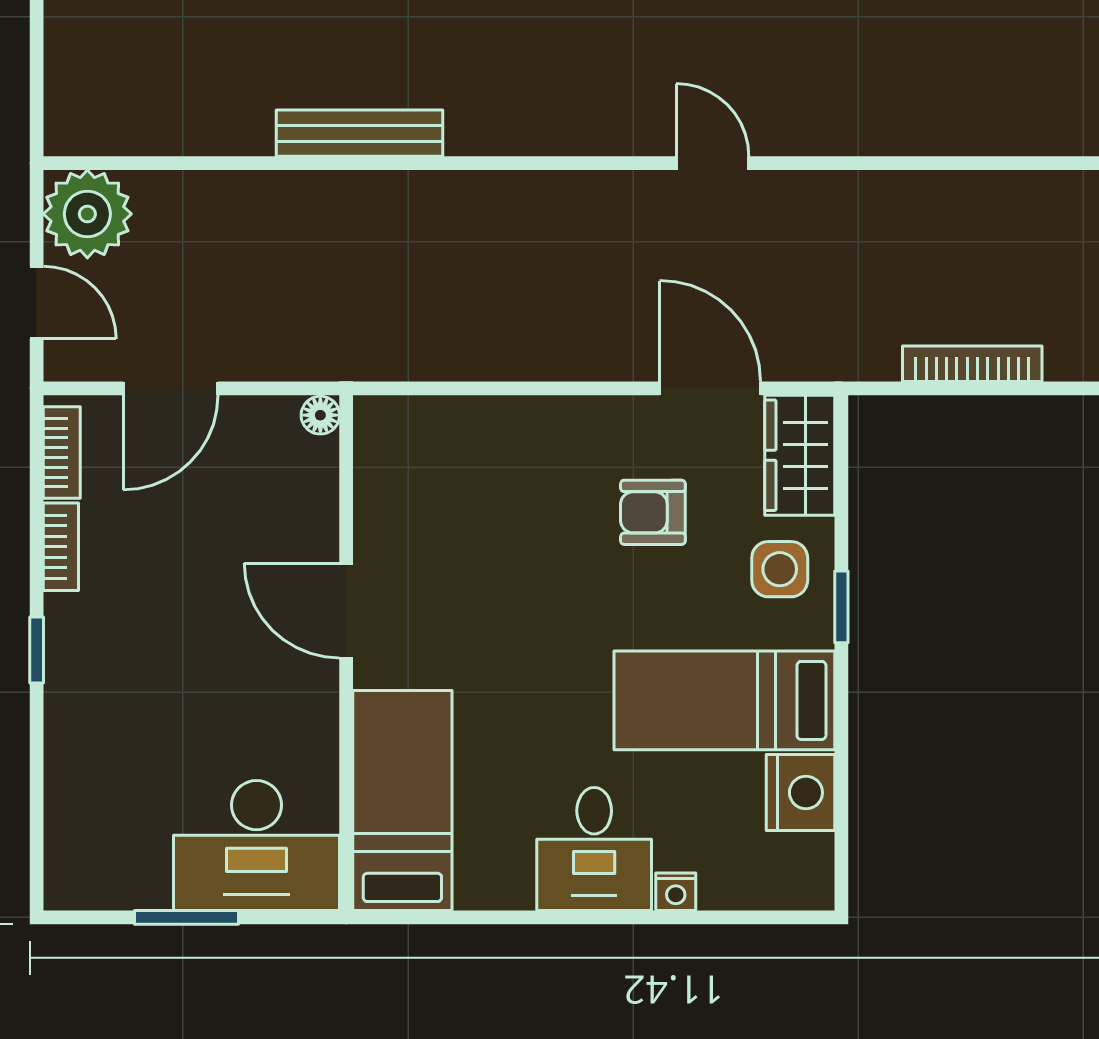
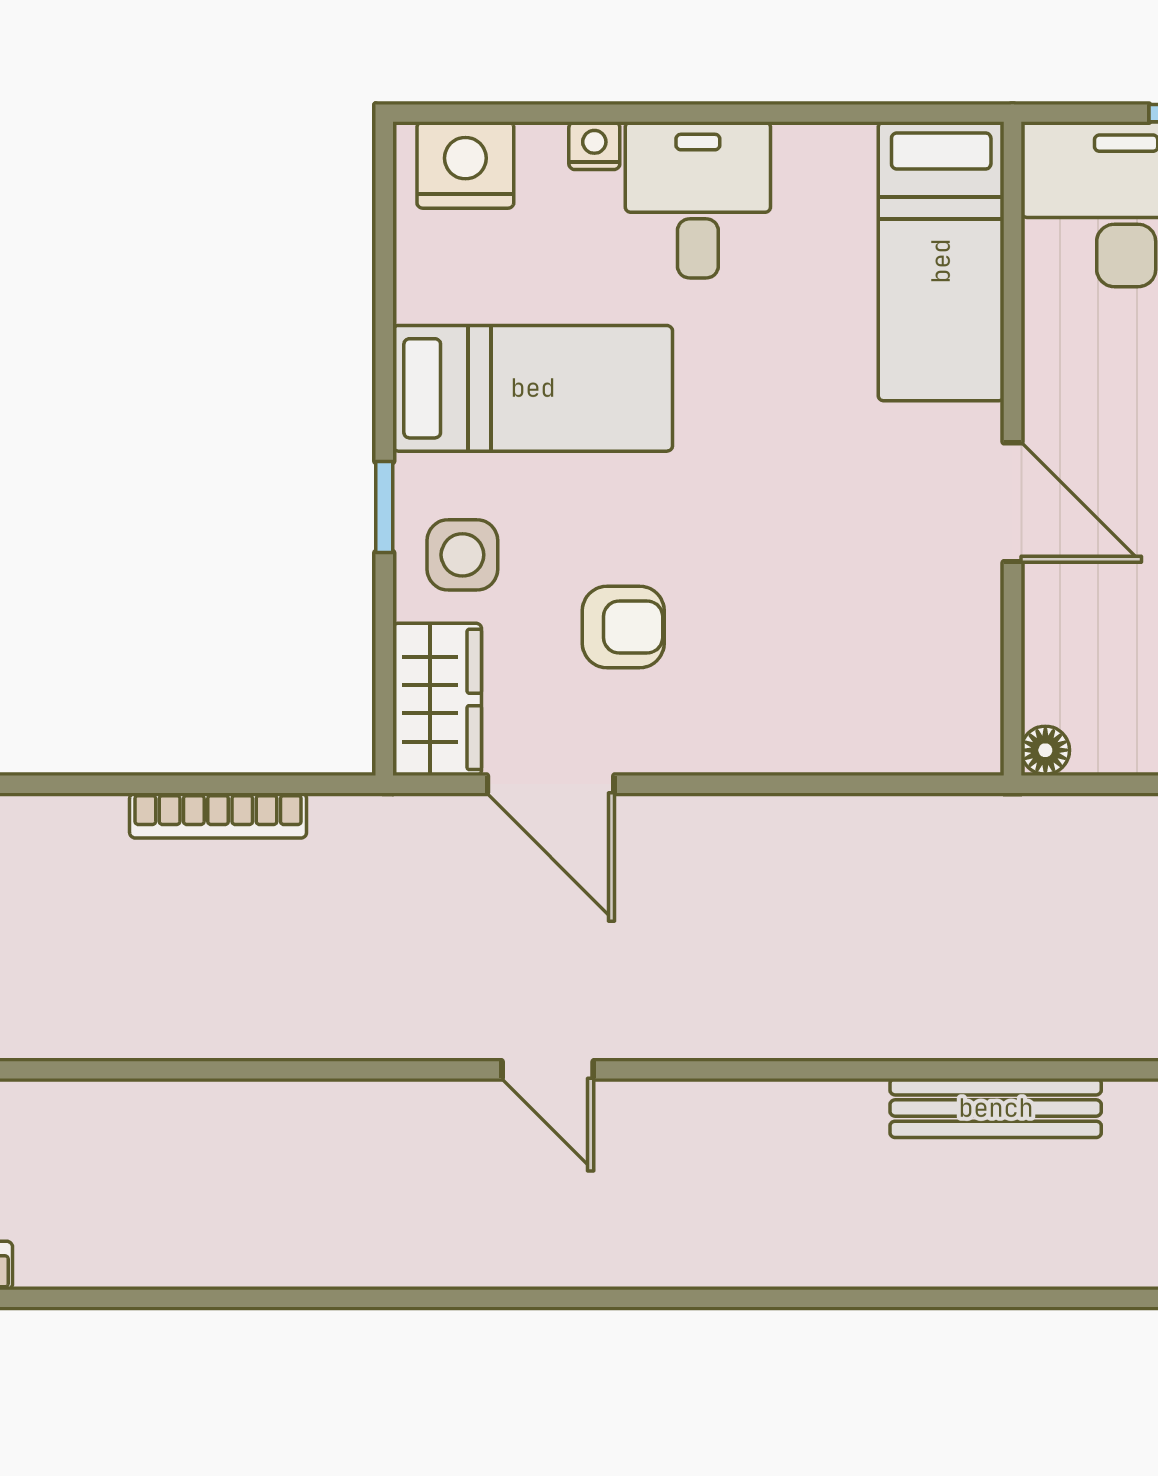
nightstand: (800, 793) -> (465, 165), moved, turned 90

